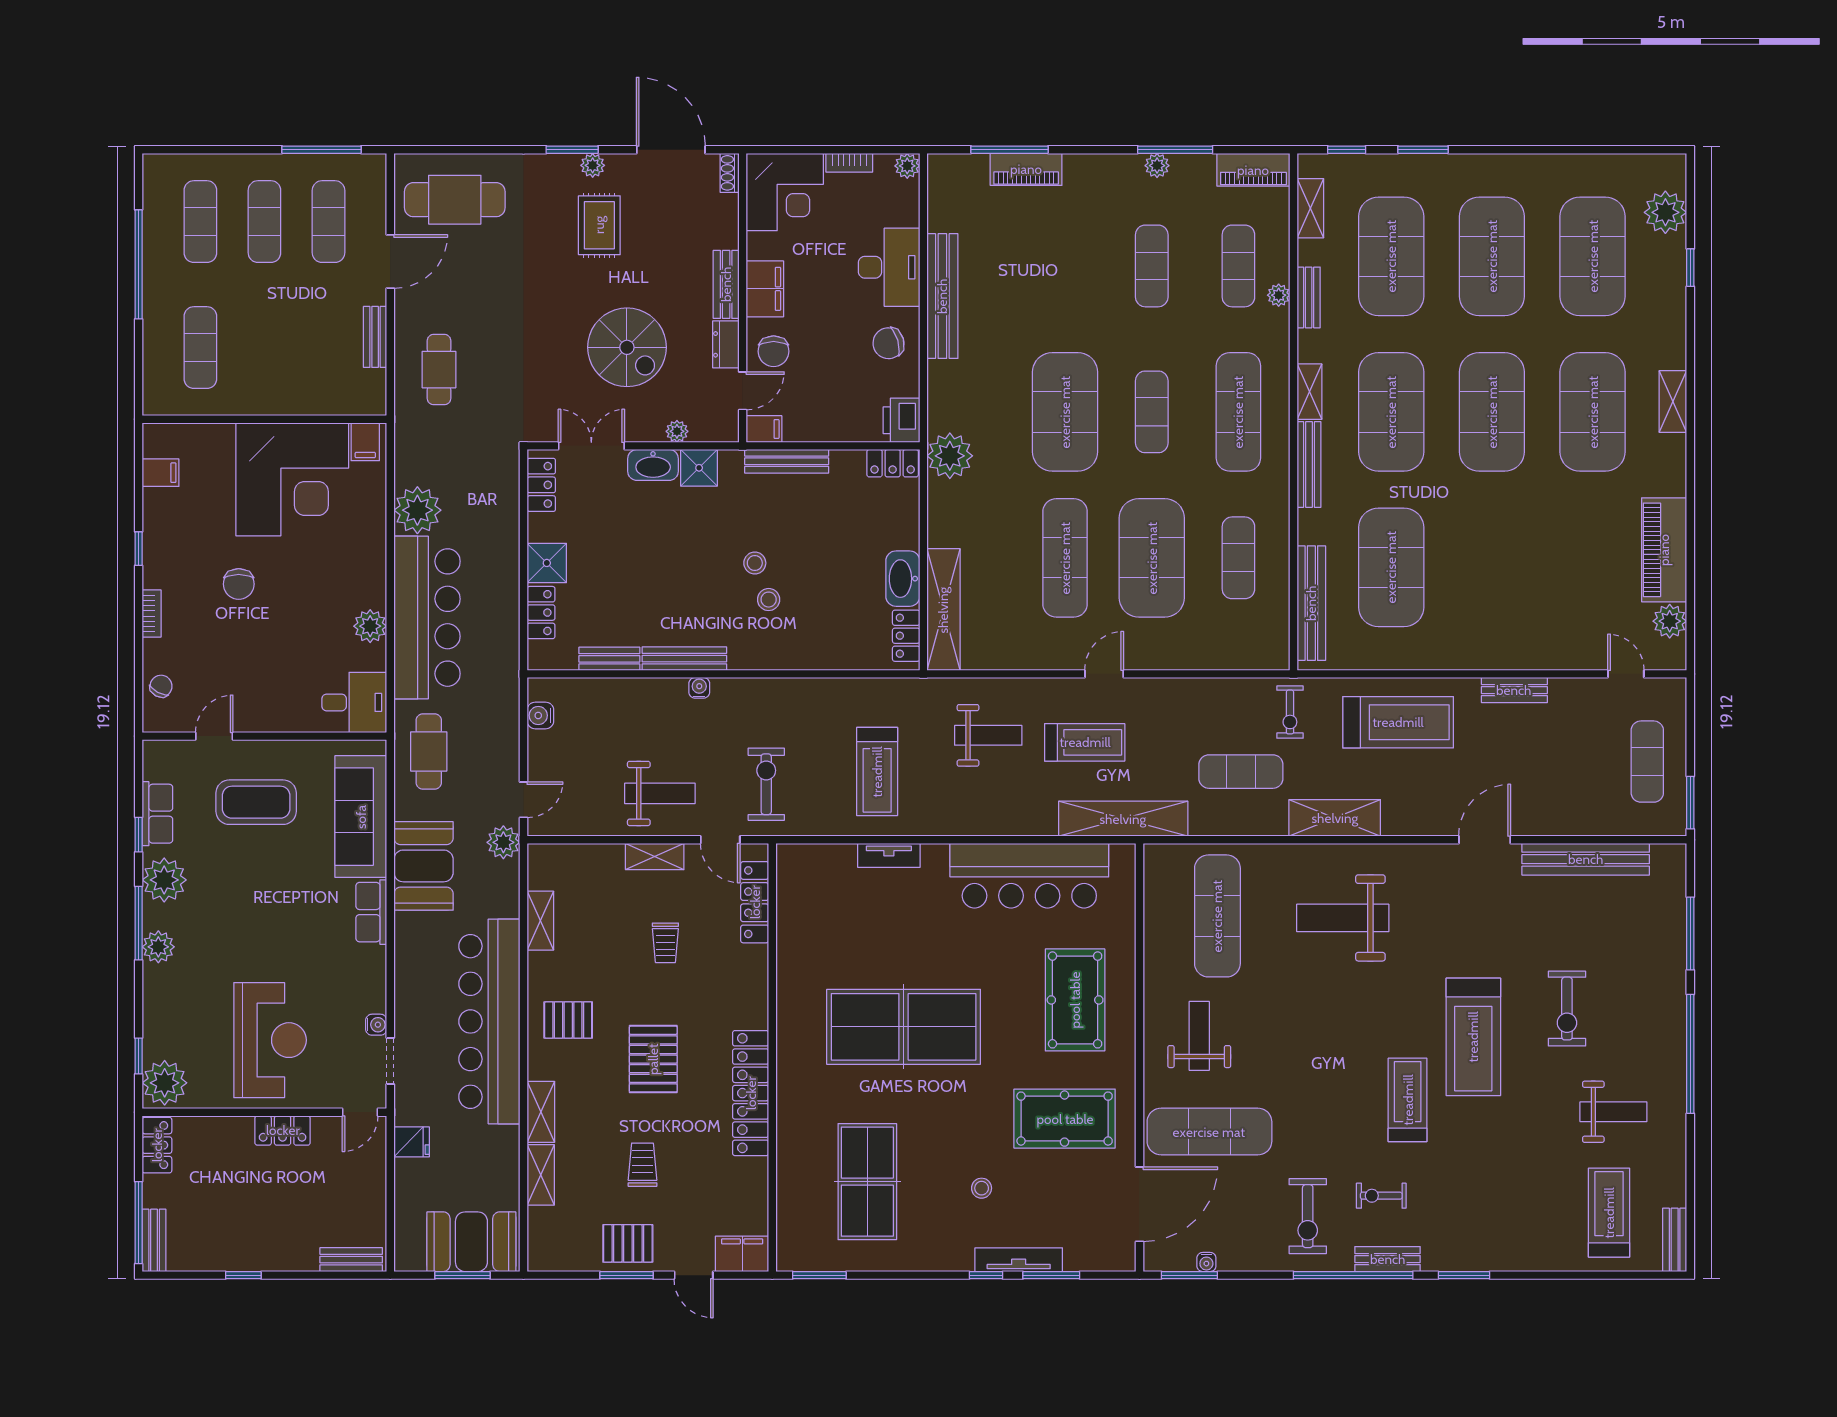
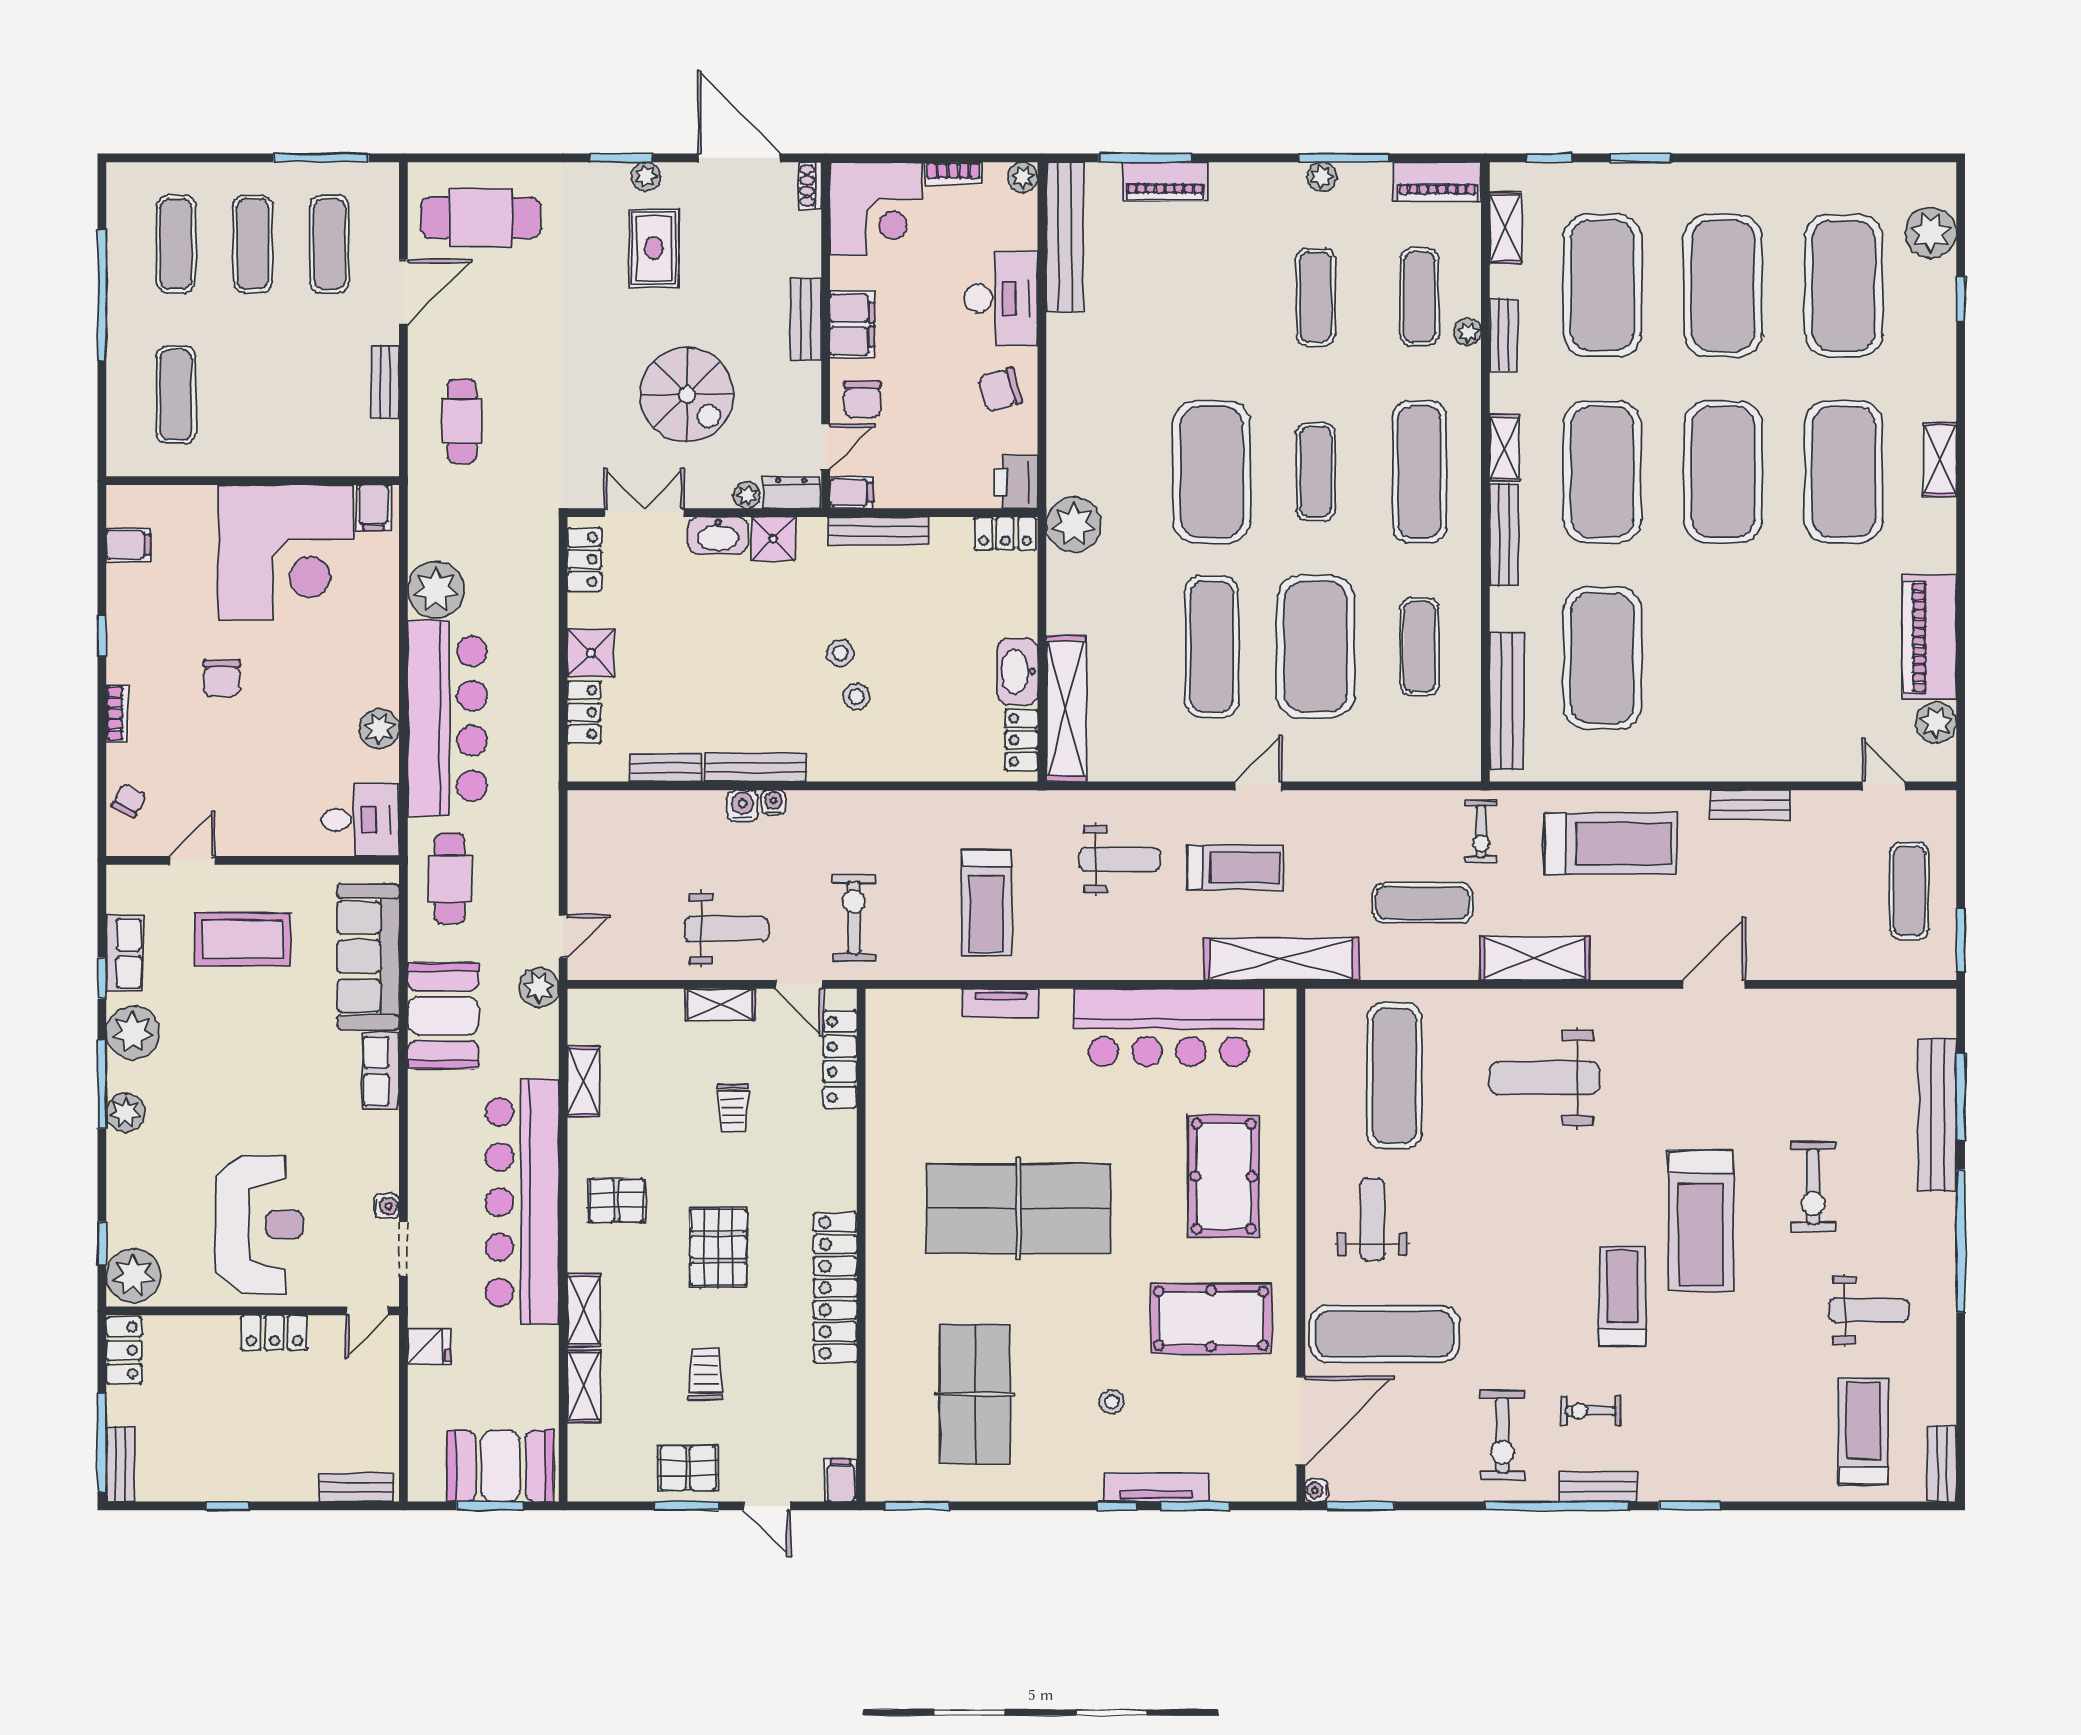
bench: (942, 296) -> (1065, 237), moved
dresser: (726, 344) -> (791, 493), moved, turned 90
water cooler: (540, 715) -> (742, 806), moved, turned 90
bench: (1586, 859) -> (1937, 1115), moved, turned 90
filing cabinet: (742, 1254) -> (841, 1480), width x0.50
water cooler: (1206, 1262) -> (1317, 1490), moved, turned 90

